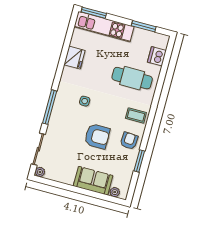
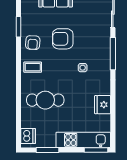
dishwasher: (157, 56) -> (28, 136), moved

